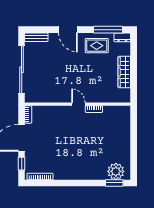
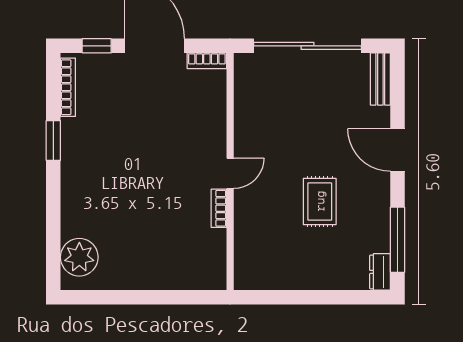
door: (68, 30) -> (397, 150), hinge flipped
rug: (97, 46) -> (320, 201), moved
wardrobe: (124, 72) -> (302, 276), removed
window: (114, 183) -> (53, 140), moved

